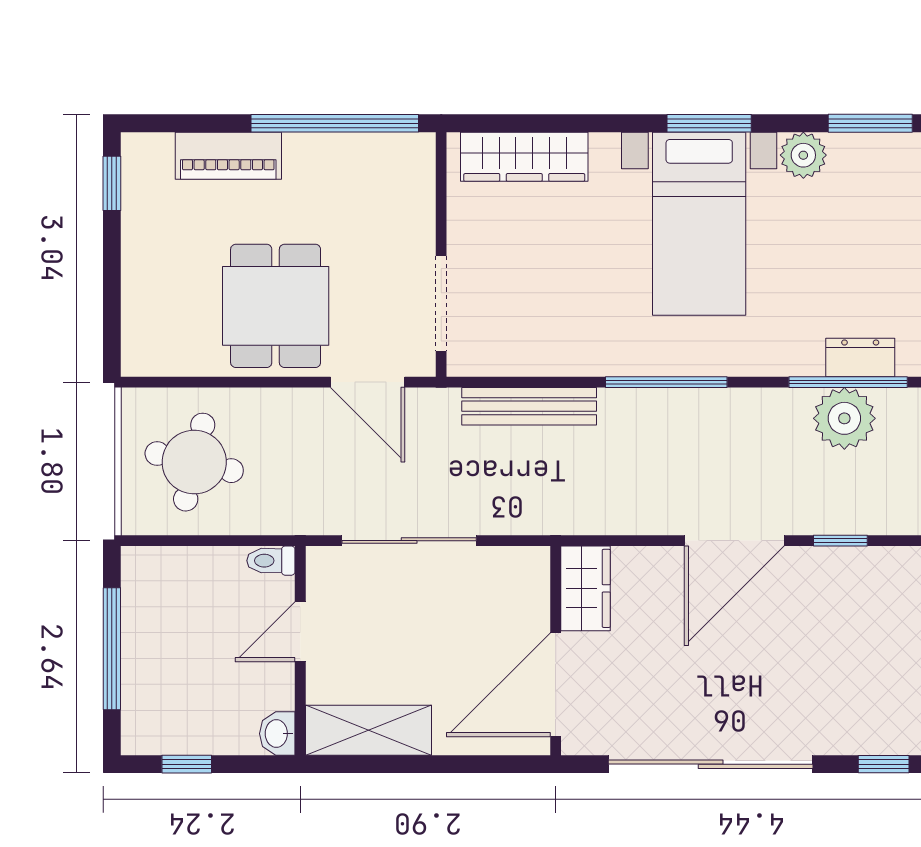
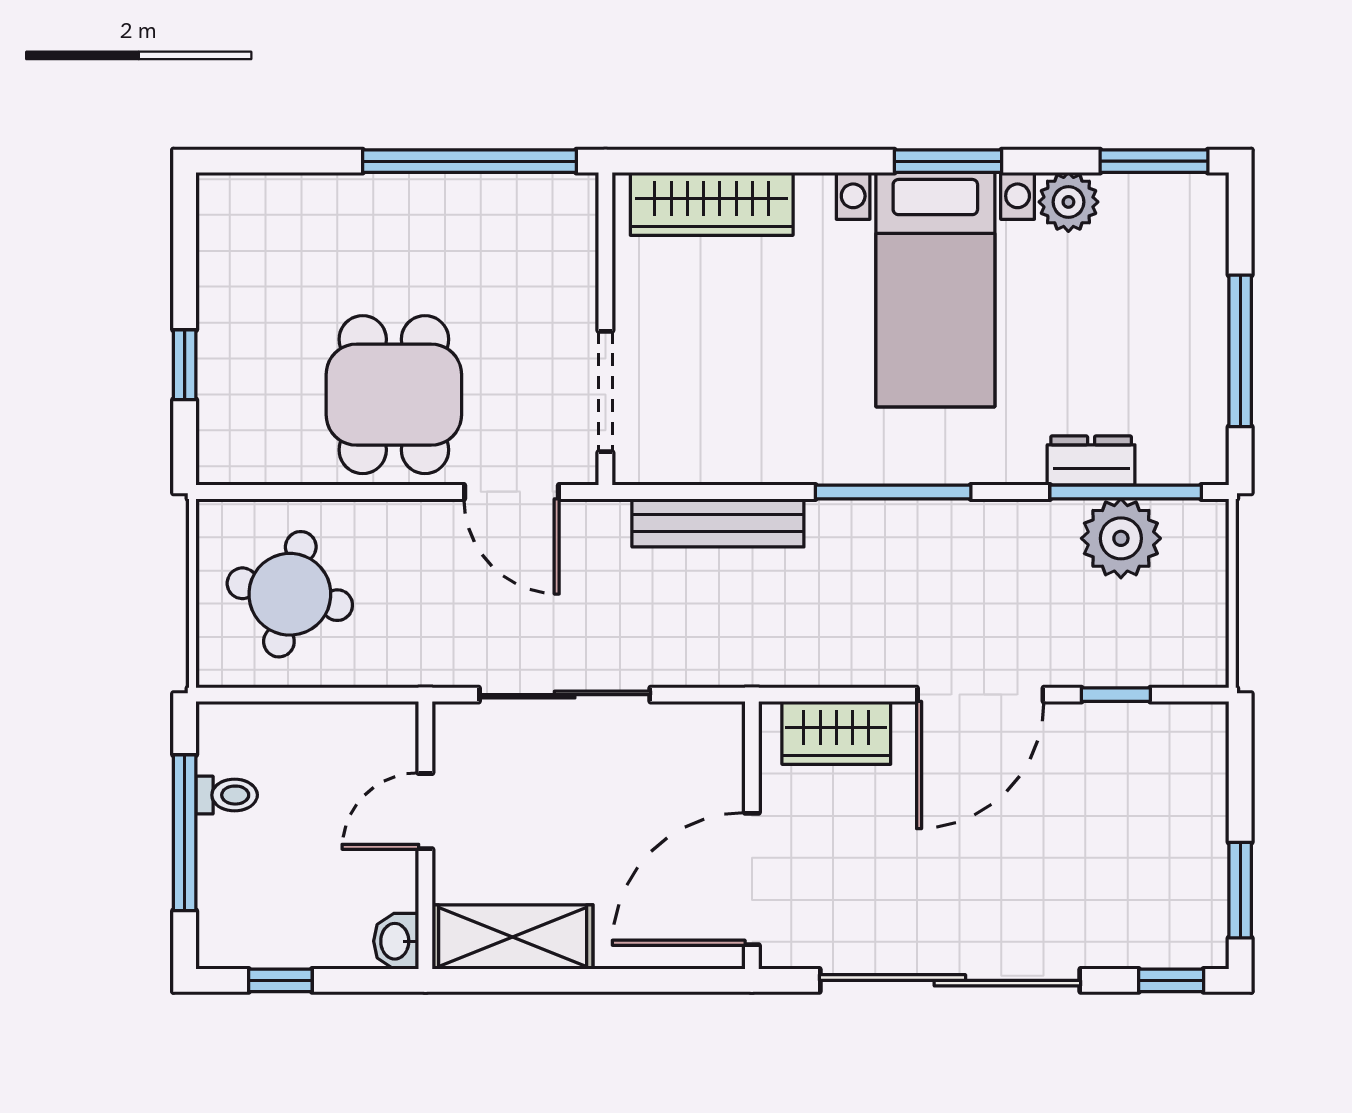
piano: (228, 156) -> (333, 203), removed
window: (112, 183) -> (185, 365), moved
dresser: (860, 358) -> (1091, 461), moved
toilet: (271, 561) -> (227, 795), moved, turned 180
wardrobe: (586, 588) -> (836, 733), moved, turned 90

